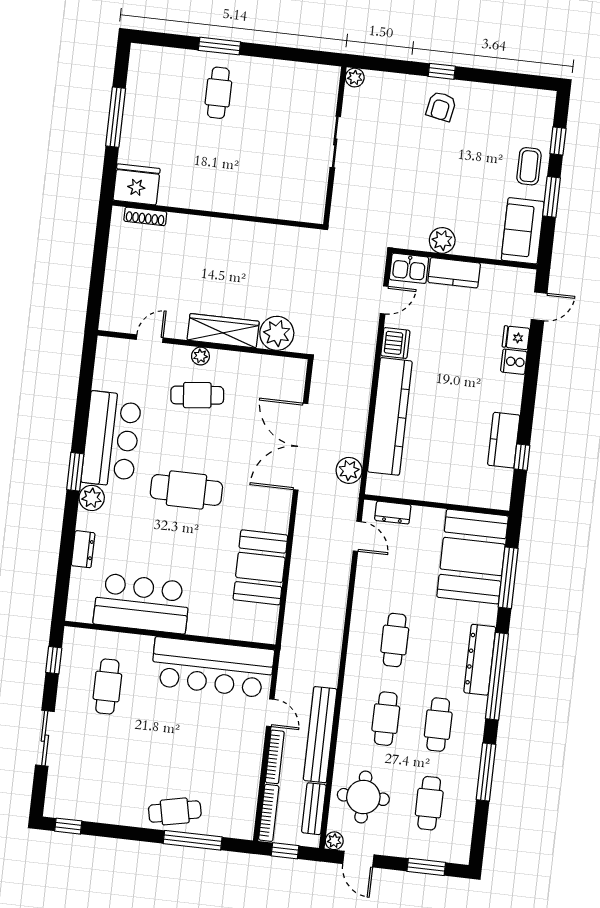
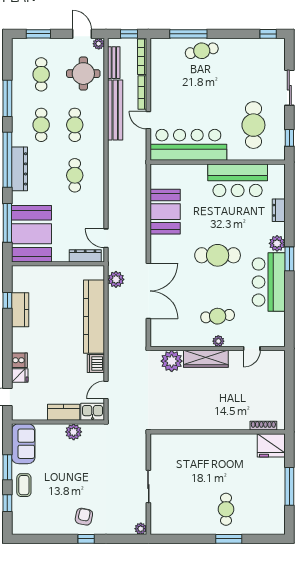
dresser: (393, 513) -> (85, 256), width x1.44
cafe table: (107, 686) -> (253, 125), width x1.37, depth x1.35

